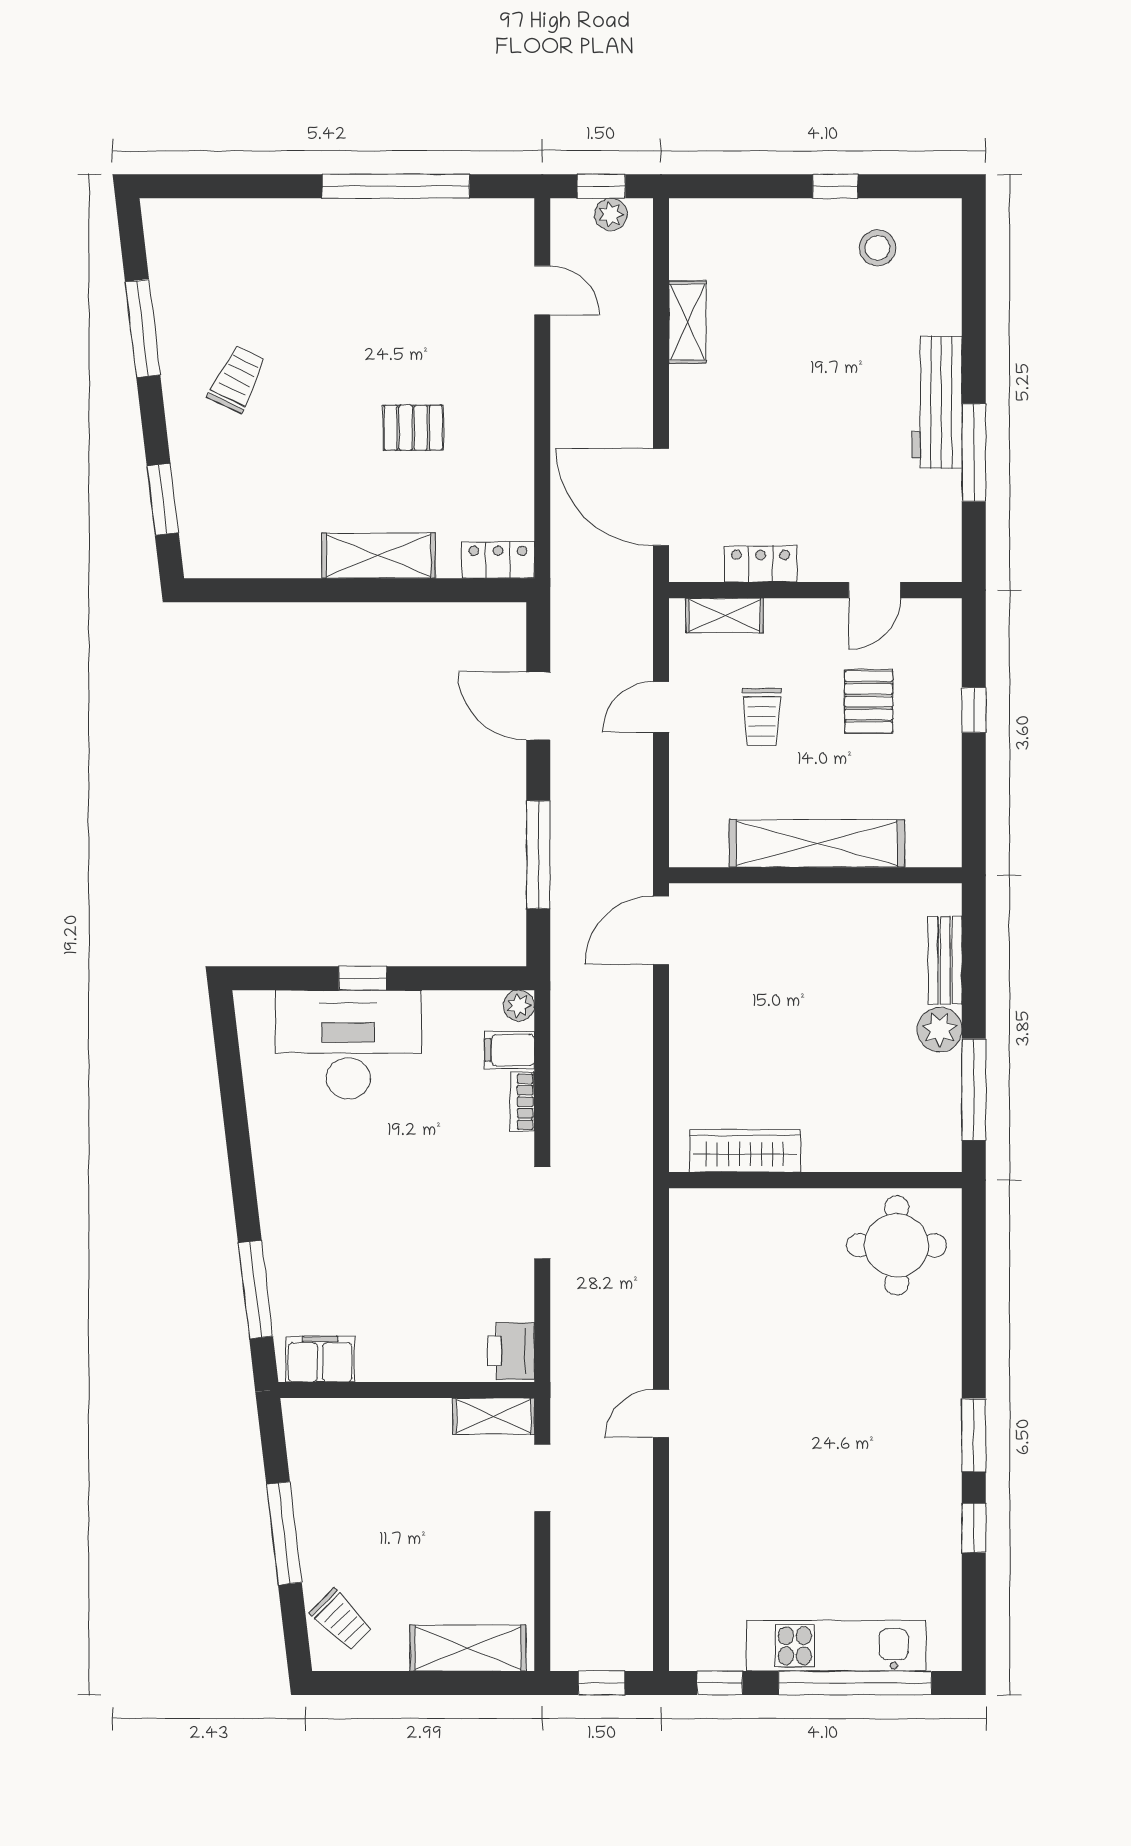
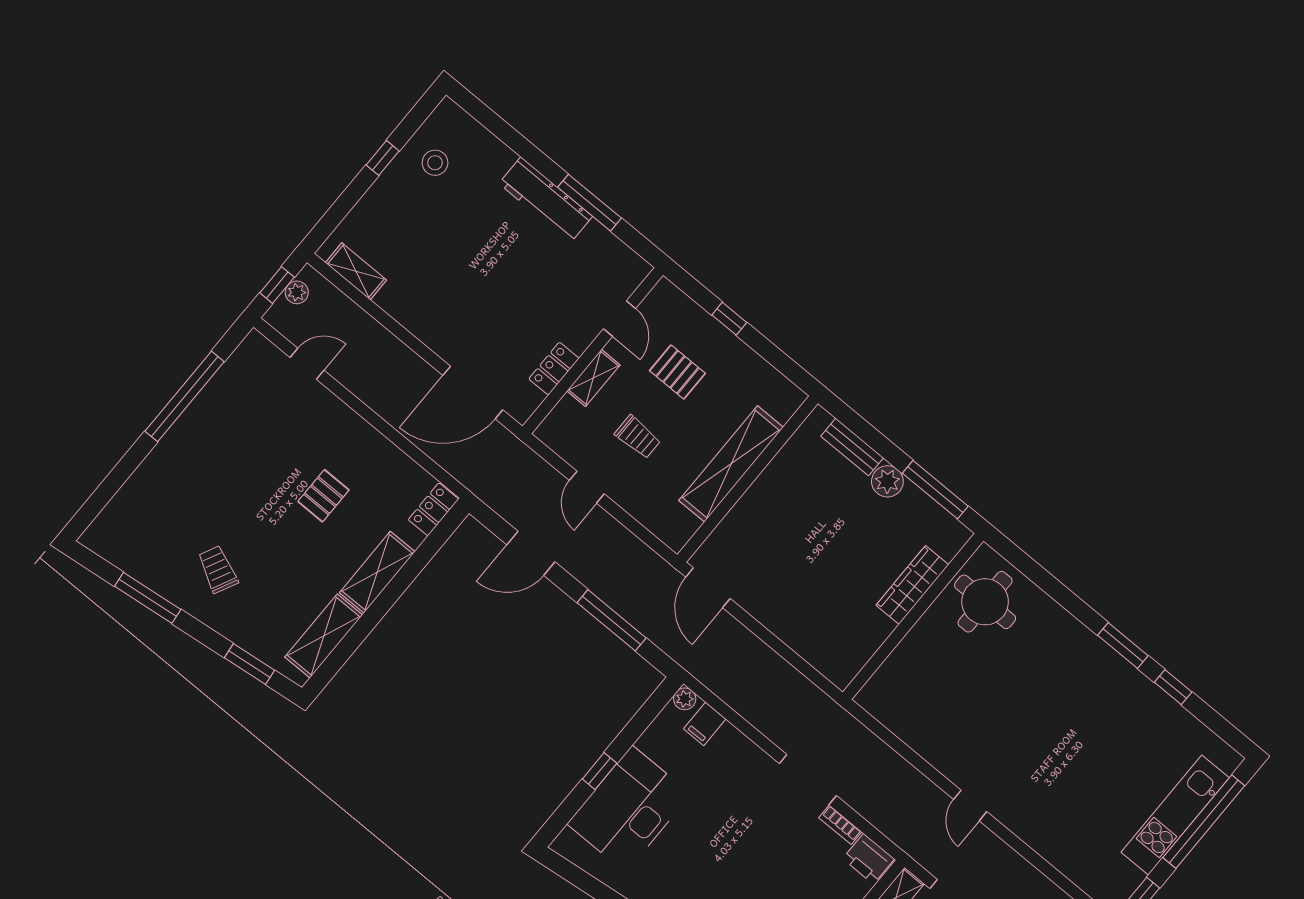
shelving: (687, 322) -> (356, 271), moved
shelving: (260, 555) -> (324, 636), added
shelving: (725, 615) -> (593, 378), moved
bookcase: (522, 1102) -> (840, 825), moved
wardrobe: (745, 1151) -> (912, 585), moved

